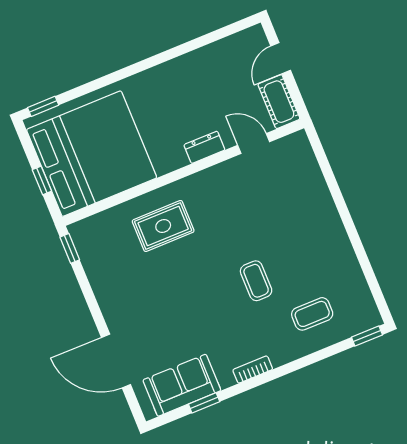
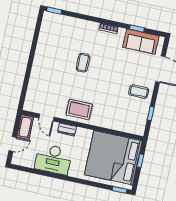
desk: (193, 80) -> (53, 159), added
rug: (163, 226) -> (79, 109), moved
window: (70, 248) -> (151, 114), moved
coffee table: (312, 314) -> (139, 92), moved

